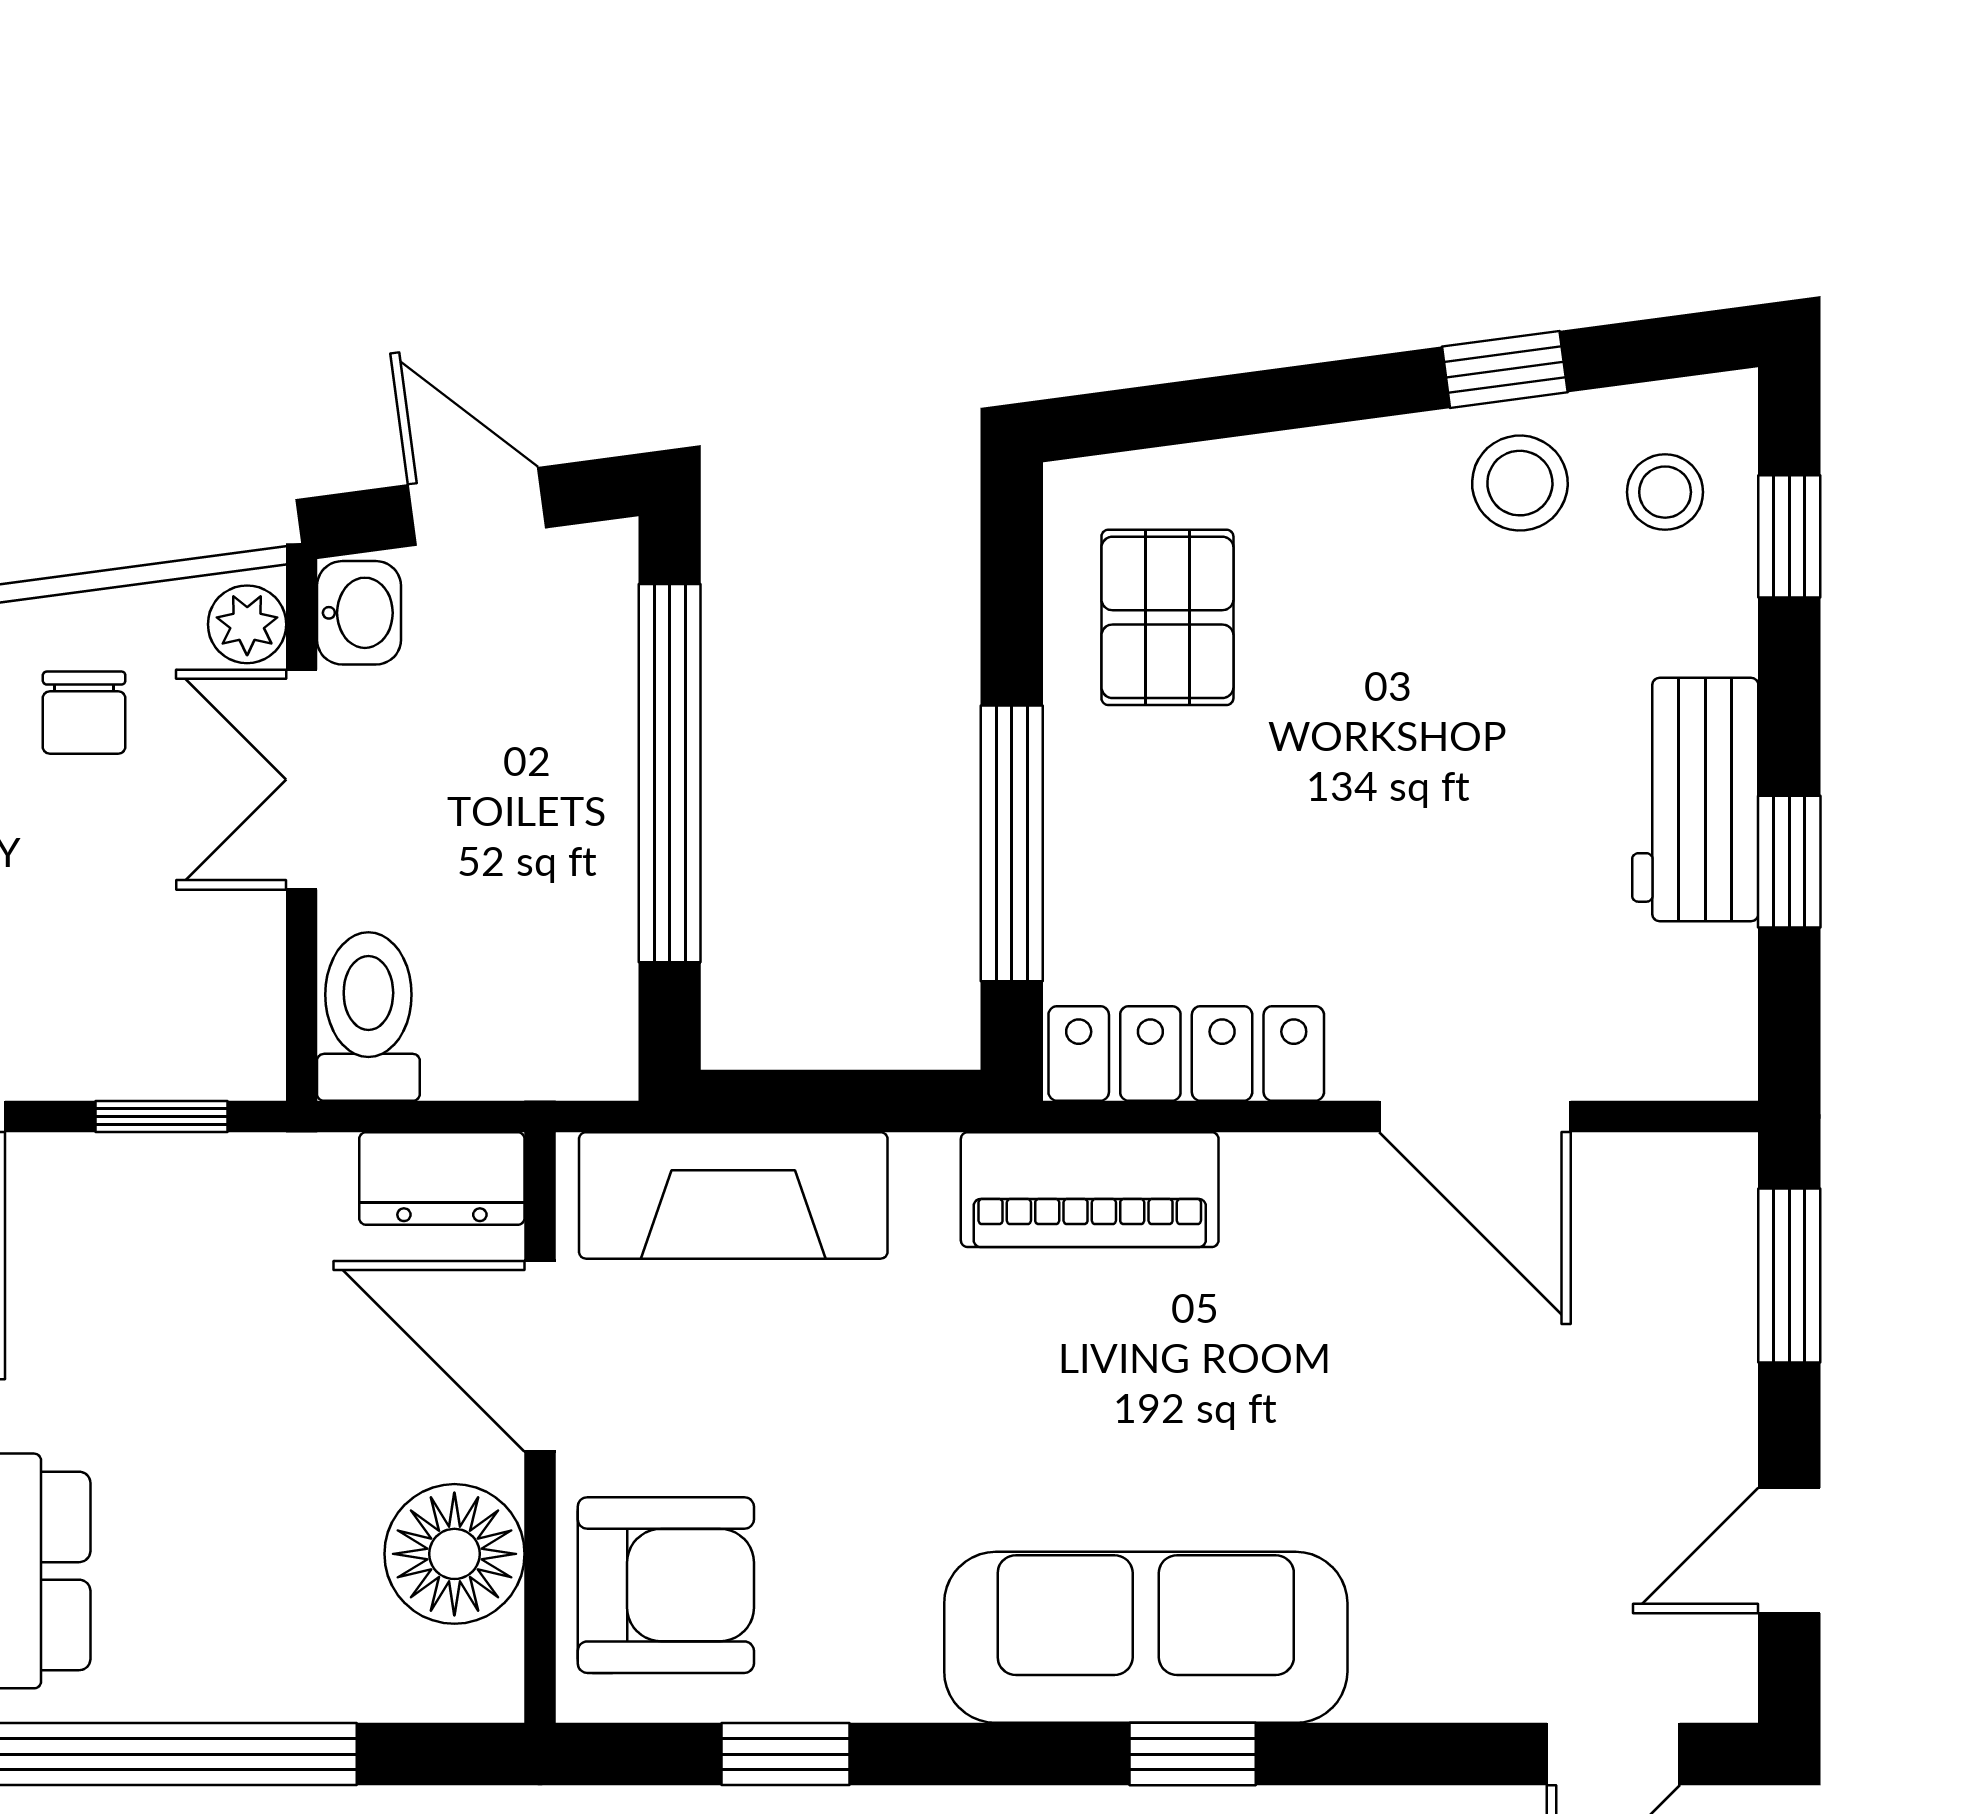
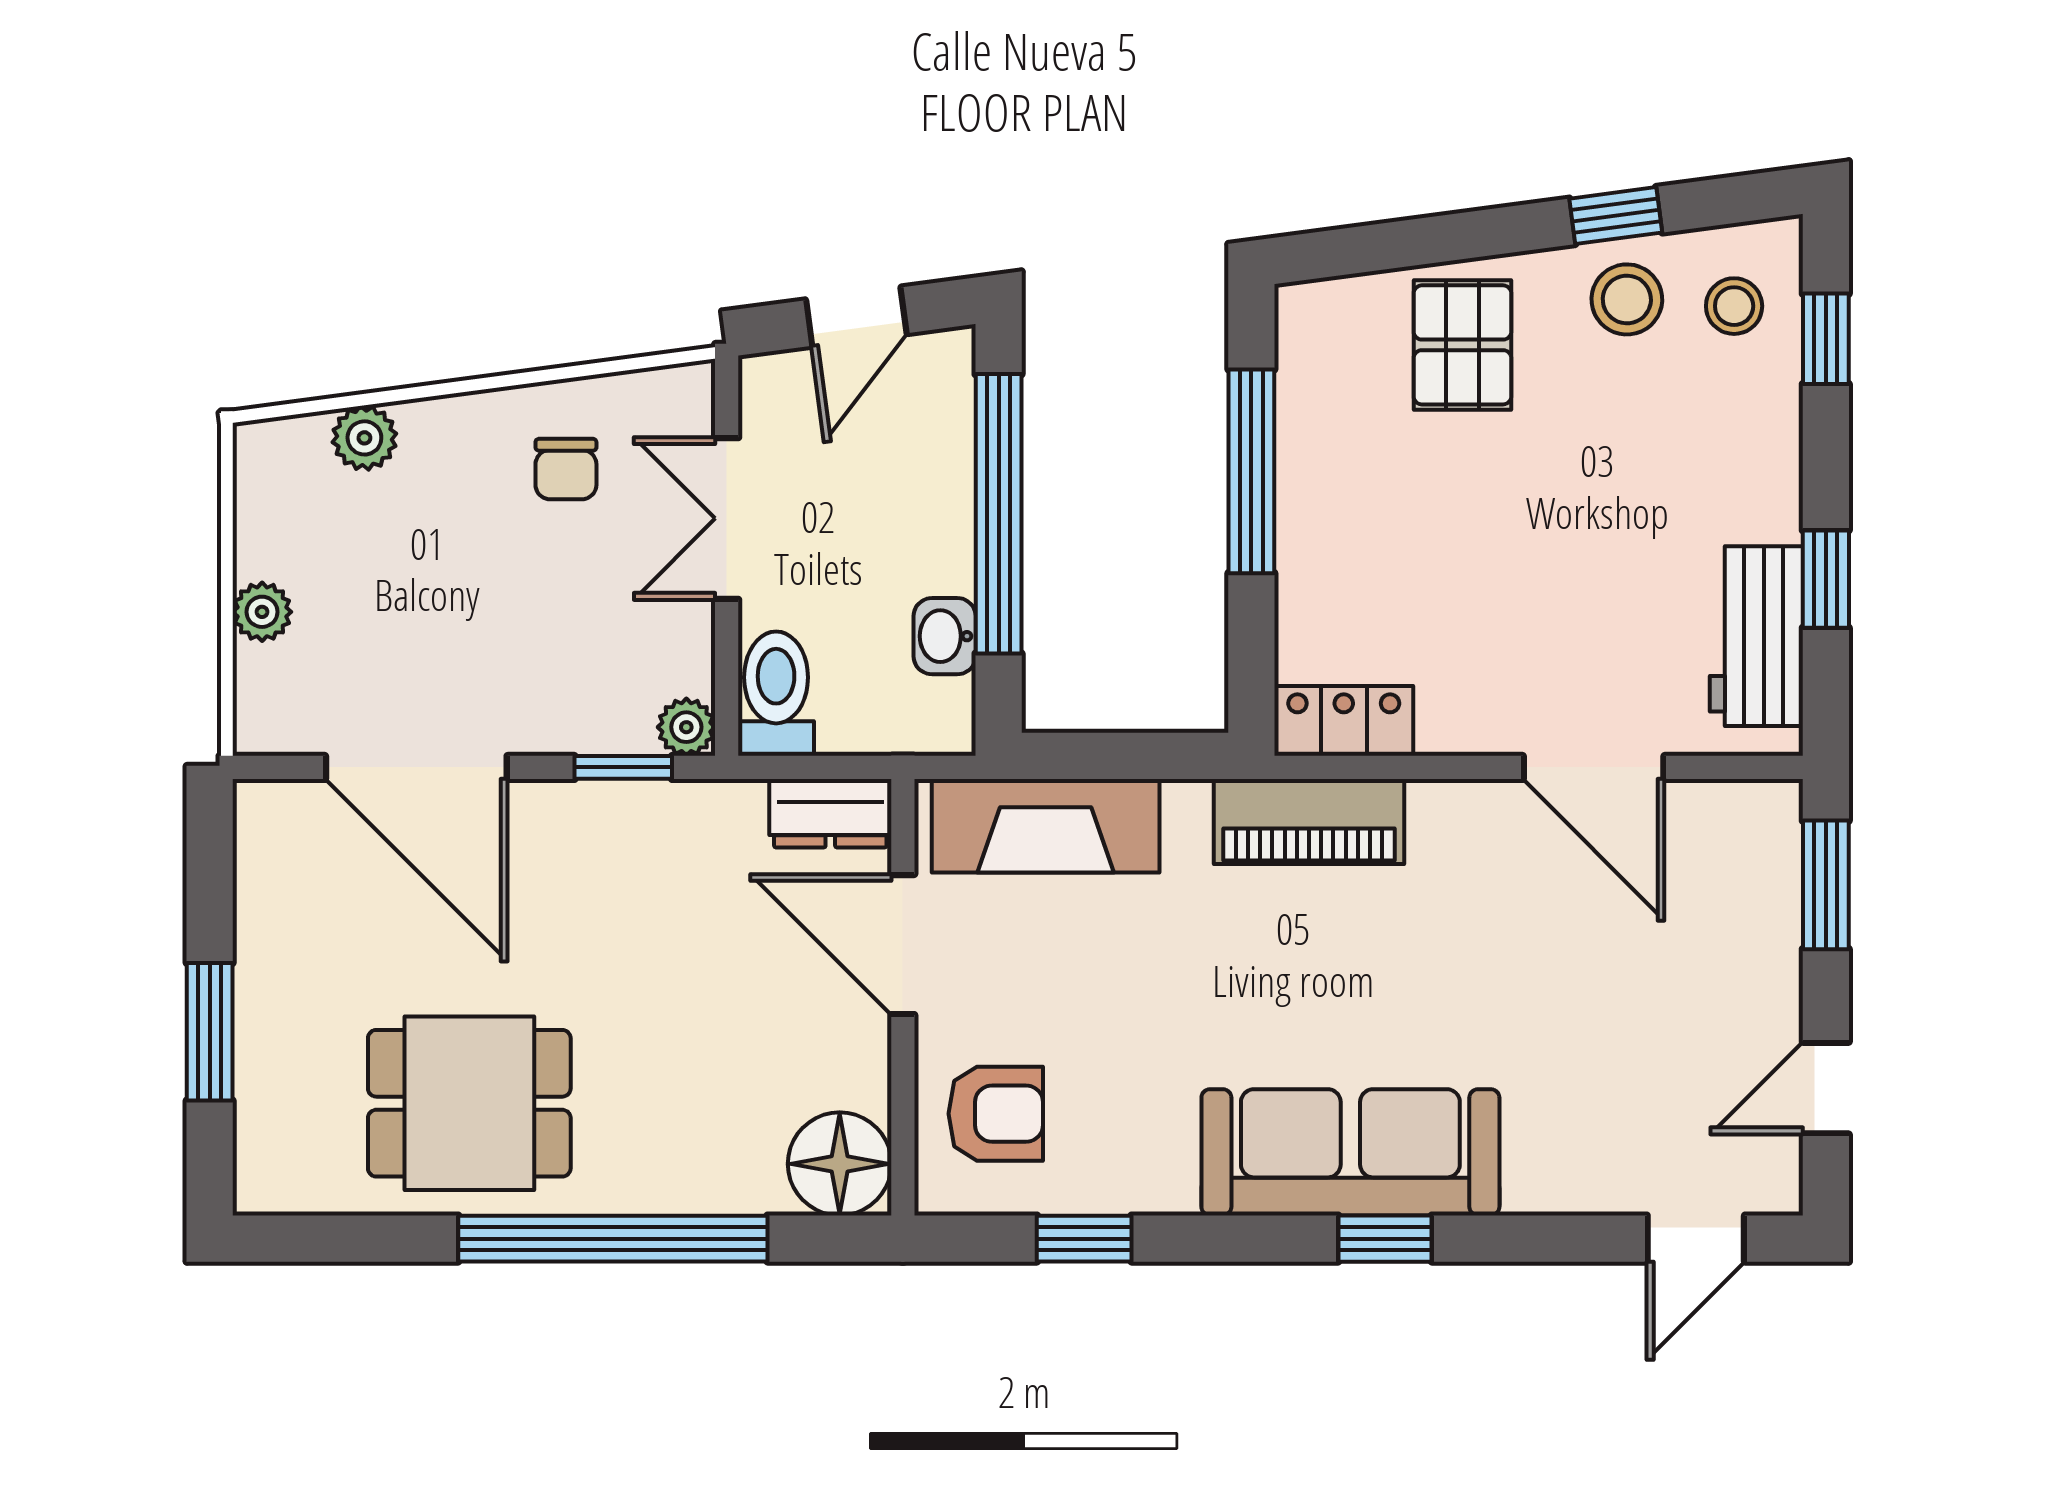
door: (477, 506) -> (856, 317), swing flipped
washbasin: (359, 613) -> (945, 636), moved, turned 180
pallet: (1167, 617) -> (1462, 345), moved
plant: (247, 624) -> (686, 727), moved
workbench: (1695, 800) -> (1756, 636), moved
window: (1012, 843) -> (1251, 471), moved
locker: (1186, 1053) -> (1344, 721), width x0.66
floor lamp: (454, 1554) -> (840, 1164), moved
armchair: (666, 1585) -> (996, 1114), width x0.72, depth x0.72

